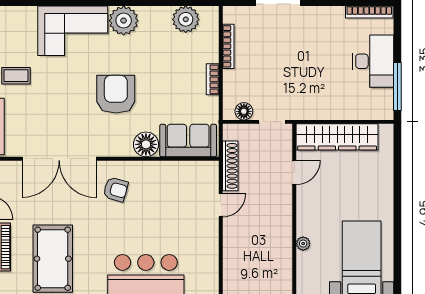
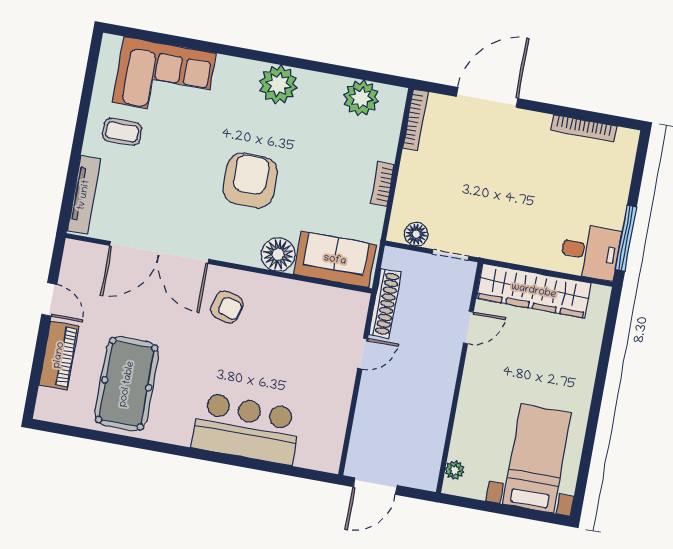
bookcase: (369, 12) -> (584, 128), moved
corner sofa: (73, 31) -> (164, 78), moved
bookcase: (228, 46) -> (415, 120), moved
desk: (373, 61) -> (590, 252), moved, width x0.73
plant: (303, 244) -> (455, 470), moved

